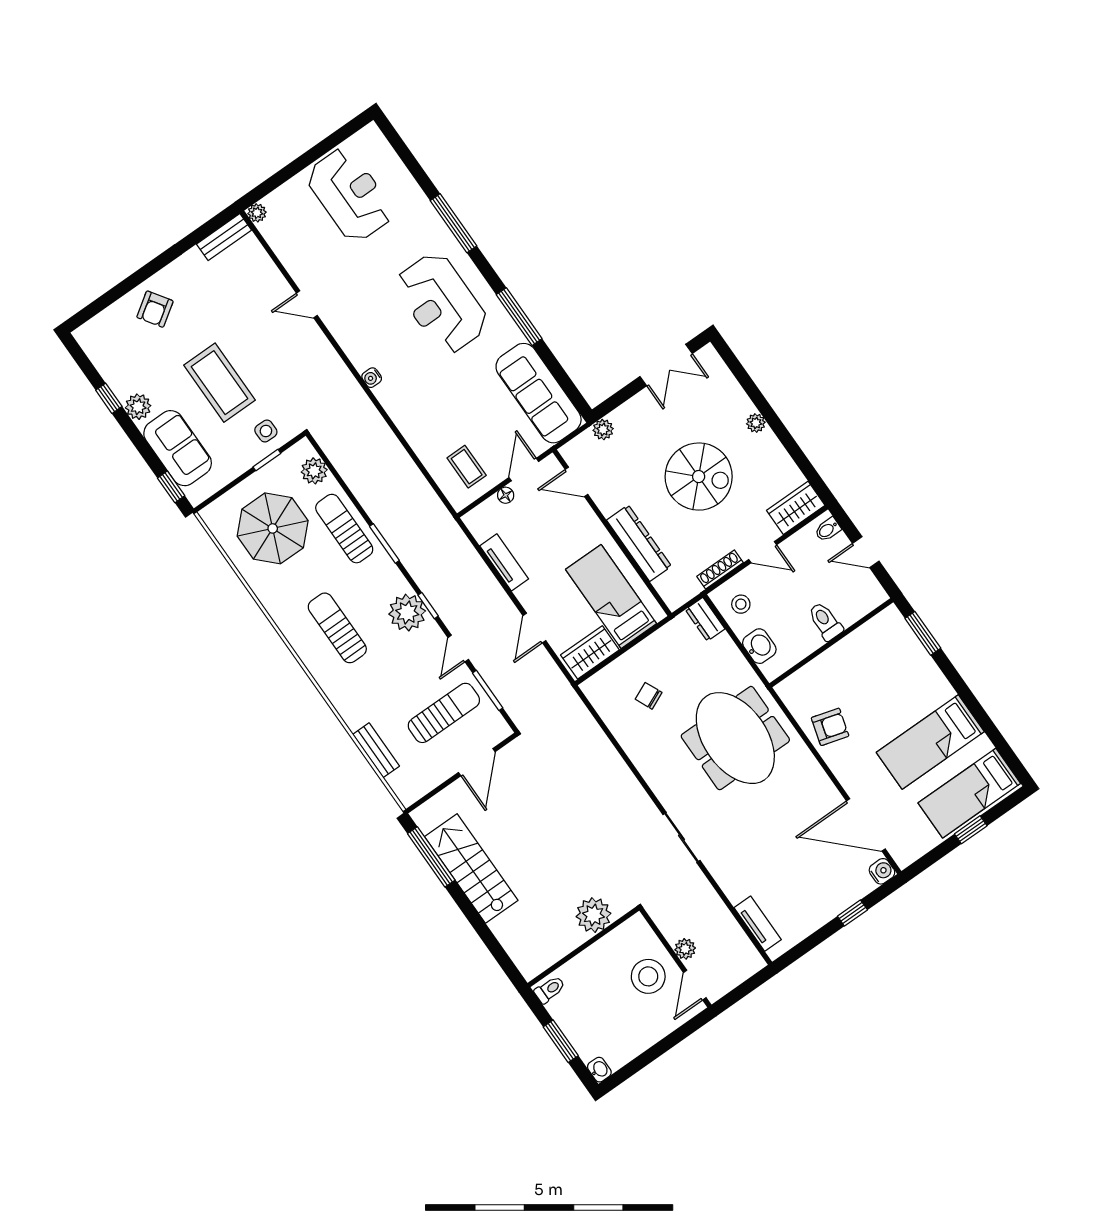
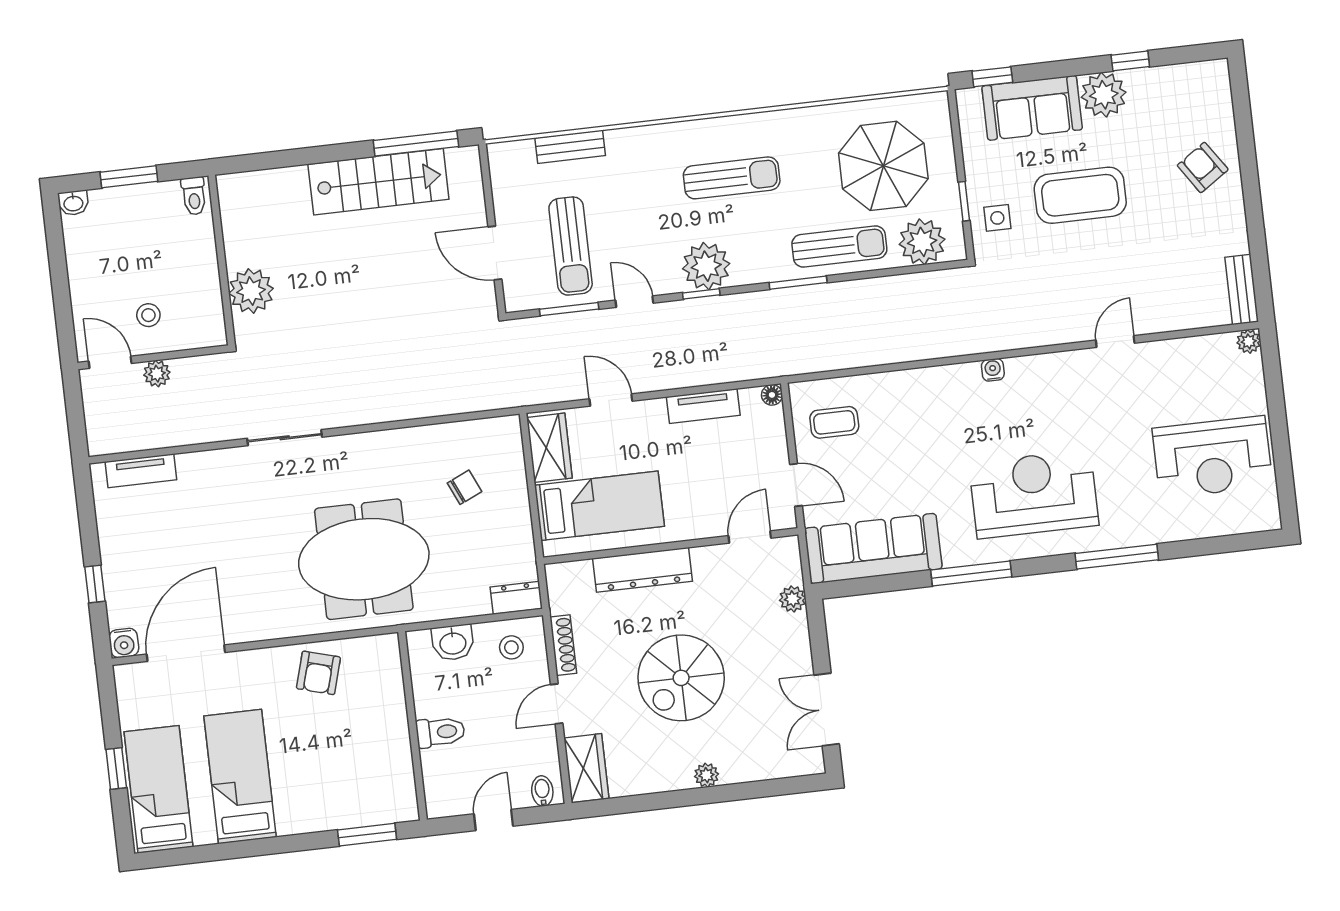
plant: (138, 407) -> (1104, 95), width x1.36, depth x1.36
plant: (314, 471) -> (922, 242), width x1.36, depth x1.36
floor lamp: (506, 495) -> (772, 395), moved
stool: (648, 976) -> (148, 315), width x0.53, depth x0.53

